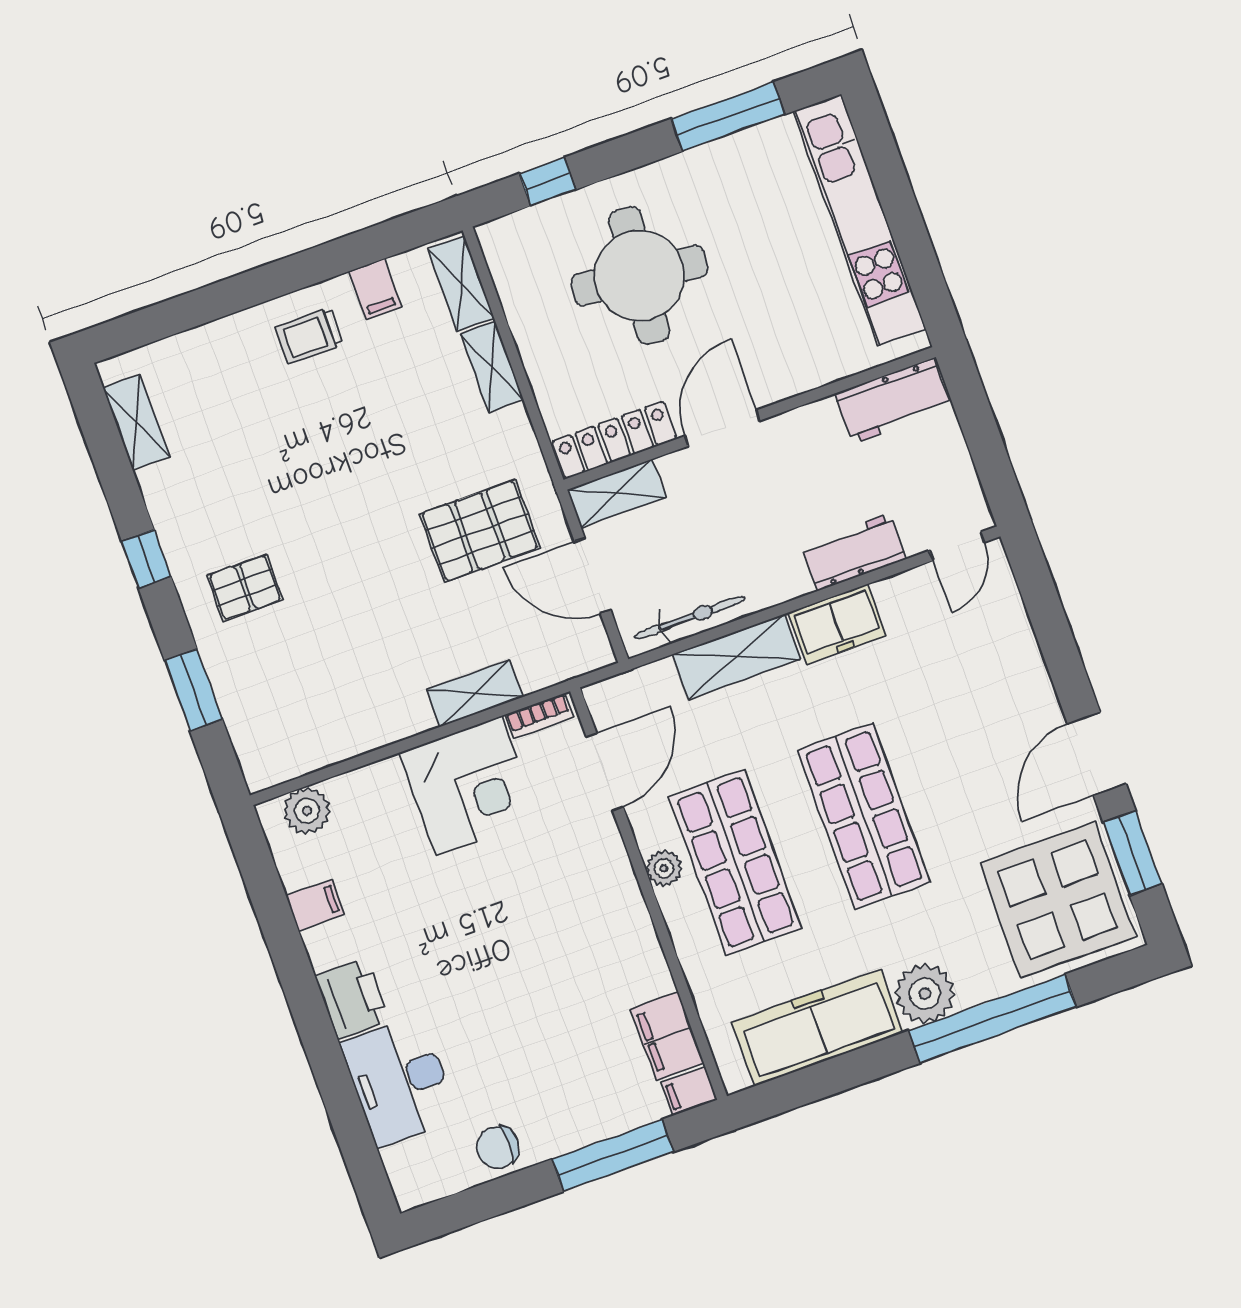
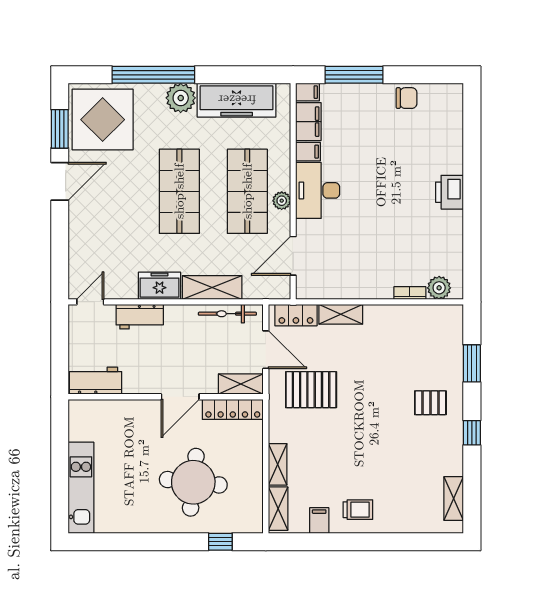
window: (728, 117) -> (125, 542), removed
kitchen unit: (859, 220) -> (81, 488), width x0.73
locker: (559, 661) -> (296, 315), added
bookcase: (539, 716) -> (410, 293), moved
corner desk: (469, 786) -> (359, 272), removed
filing cabinet: (315, 905) -> (308, 152), moved, turned 180
desk: (399, 1081) -> (318, 190), moved, turned 180

